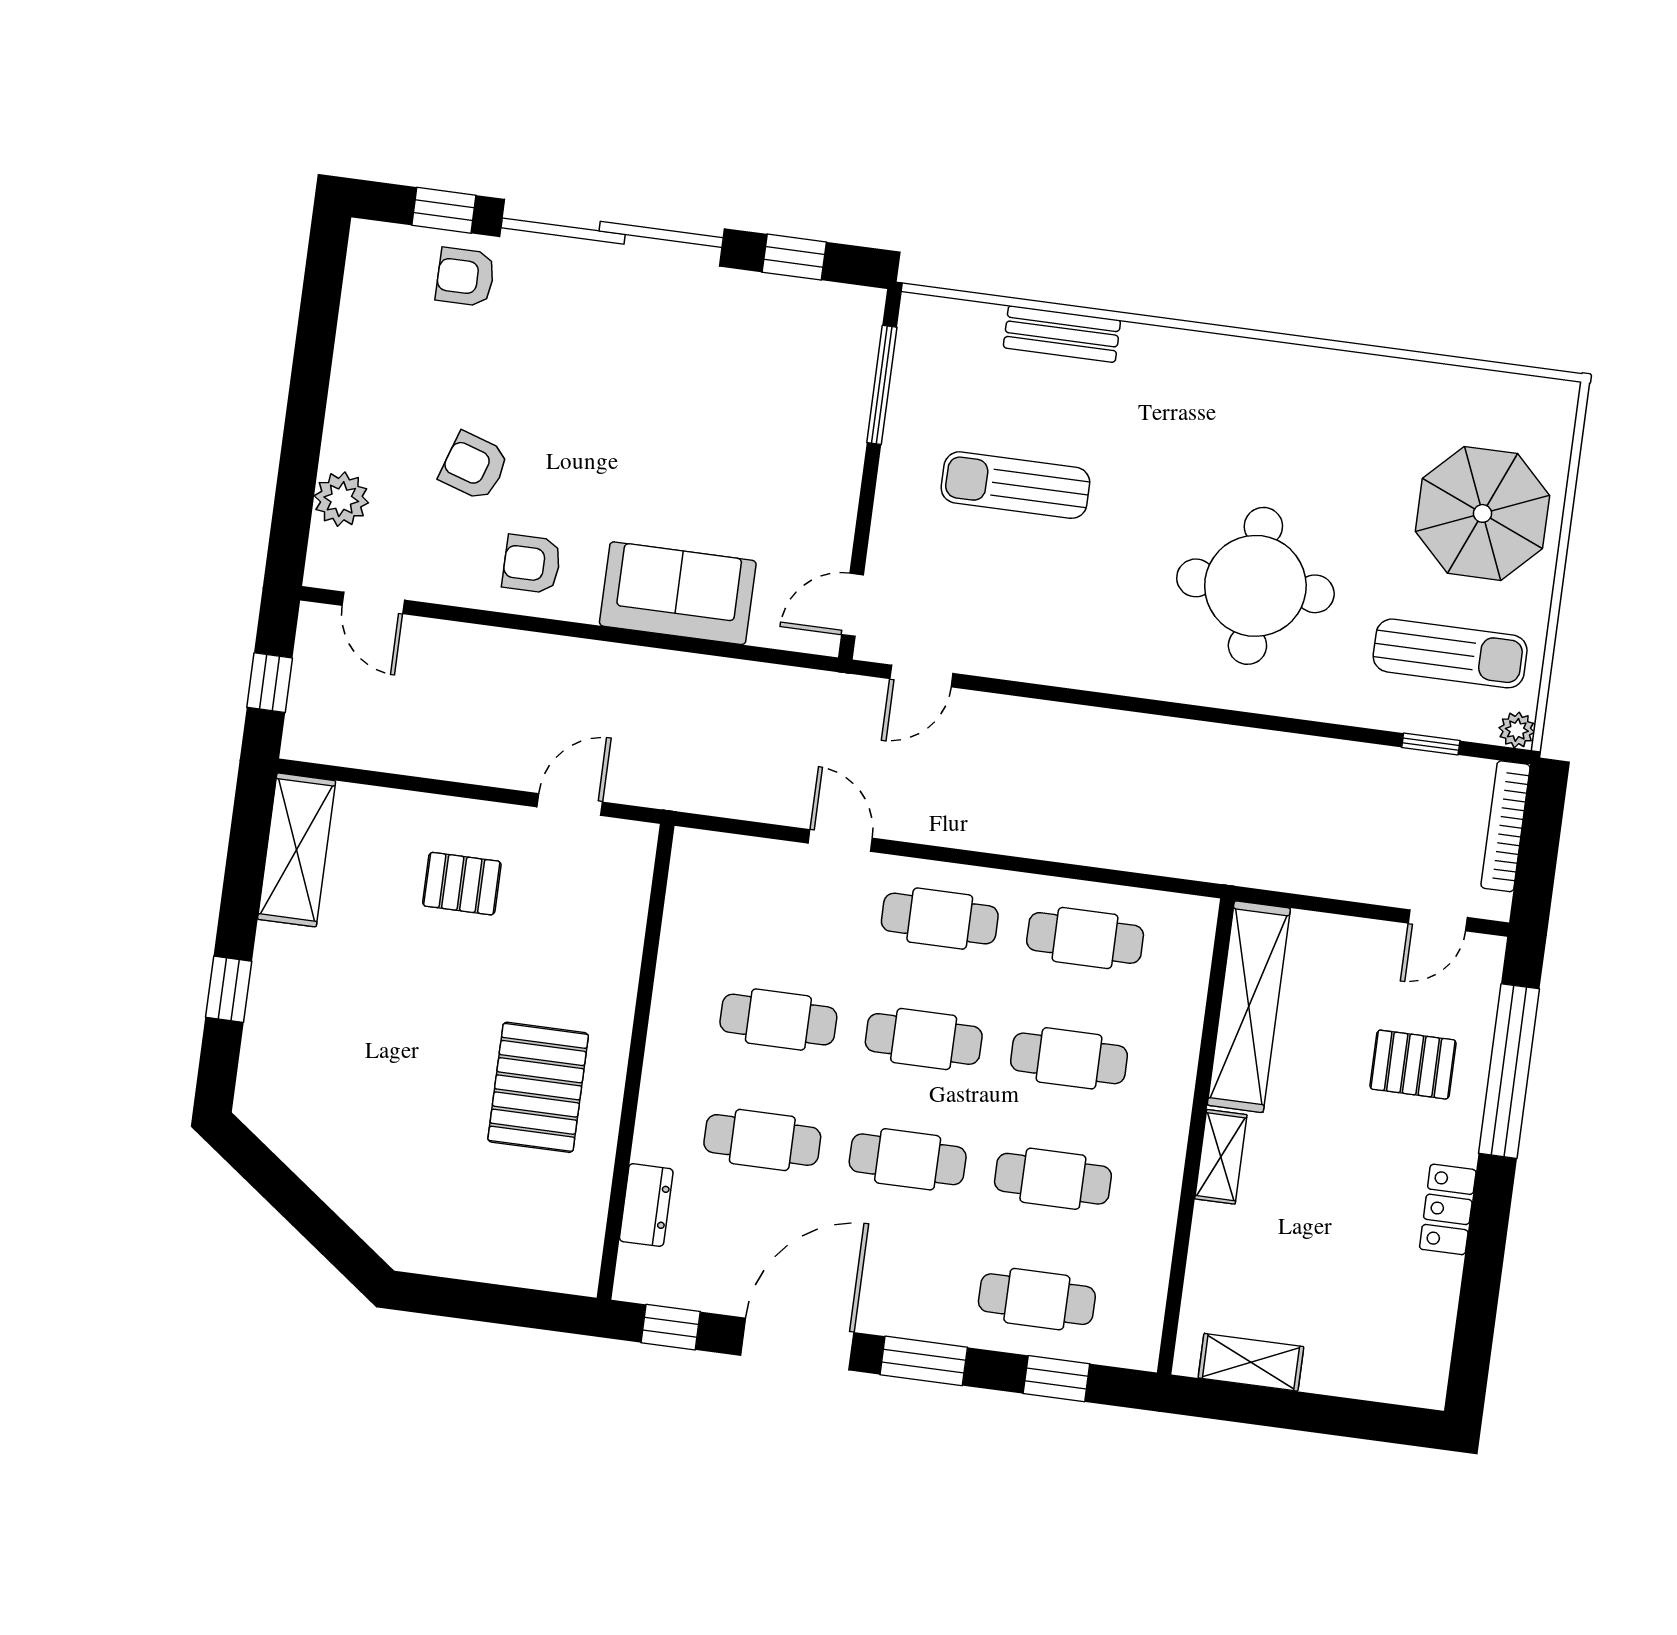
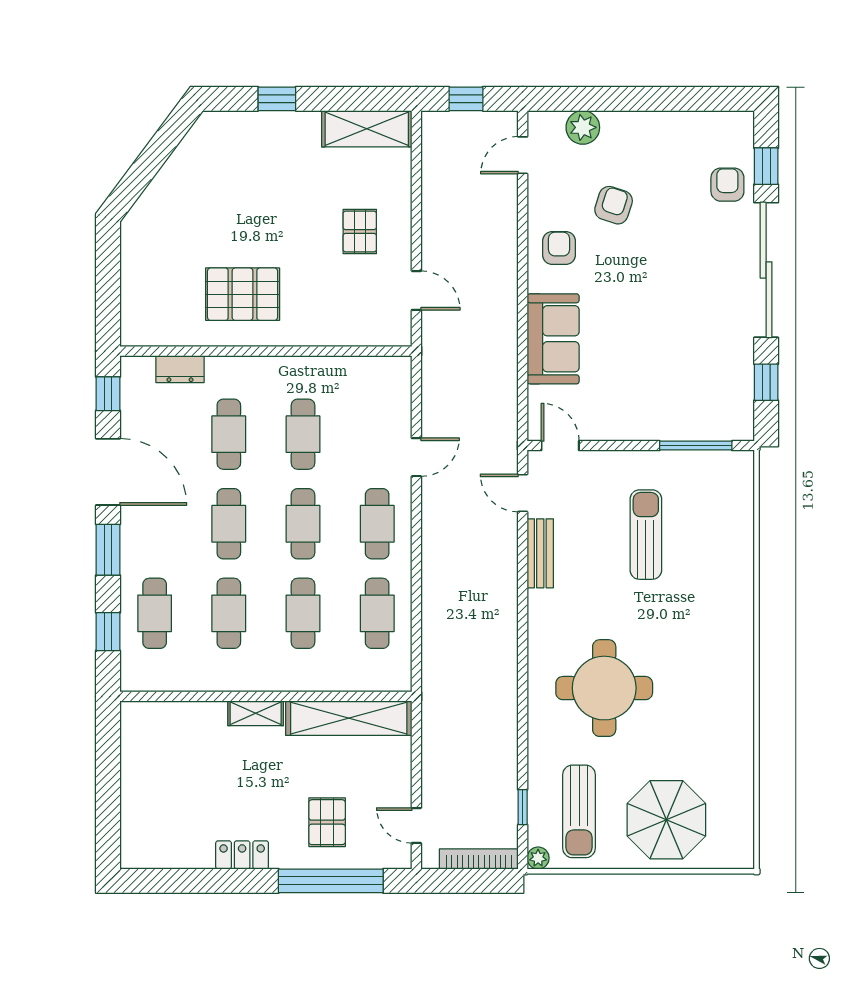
bench: (1062, 334) -> (540, 553), moved
shelving: (1251, 1362) -> (134, 748), removed

